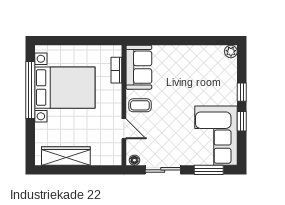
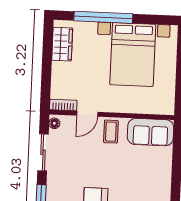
bookcase: (116, 70) -> (63, 105), moved
window: (30, 90) -> (103, 17), moved
wardrobe: (66, 156) -> (62, 44), width x0.67

